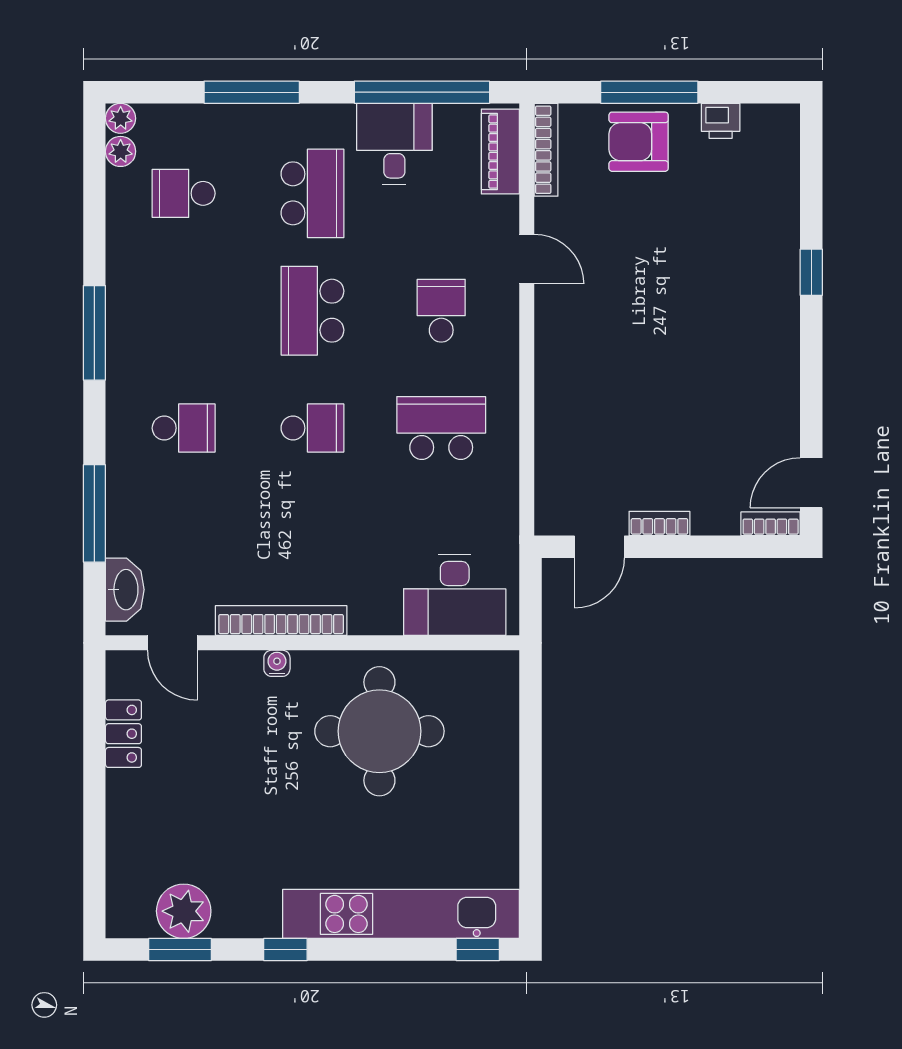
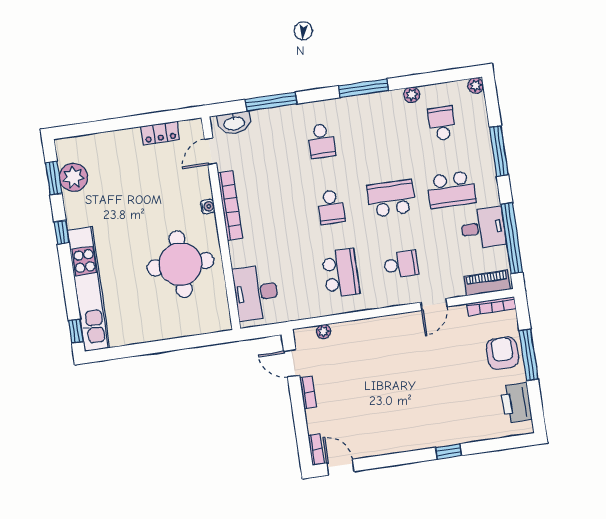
printer: (721, 121) -> (516, 403), width x1.87, depth x1.48
plant: (121, 151) -> (412, 95), moved
plant: (548, 477) -> (324, 332), added

